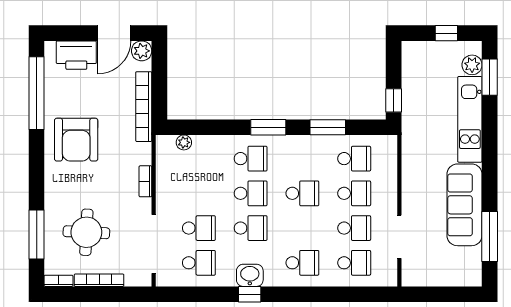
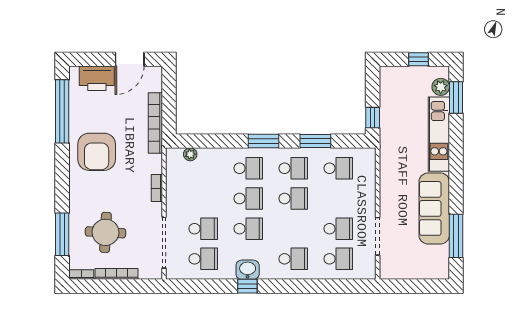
plant: (142, 51) -> (154, 75), removed
school desk: (354, 193) -> (293, 168), moved

